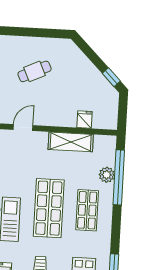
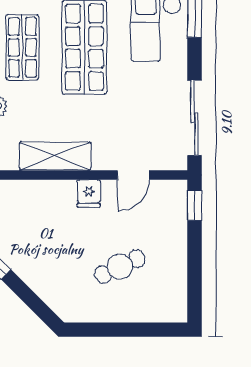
fridge: (85, 119) -> (89, 194), moved

